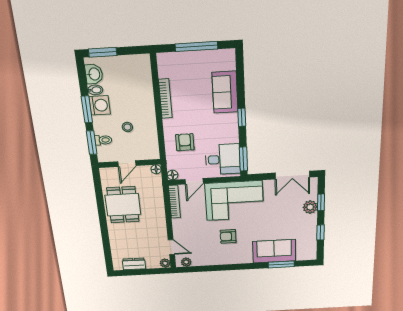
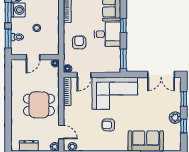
desk: (223, 159) -> (107, 34), moved
dining table: (123, 205) -> (39, 105), moved, turned 90
plant: (310, 207) -> (175, 118), moved

